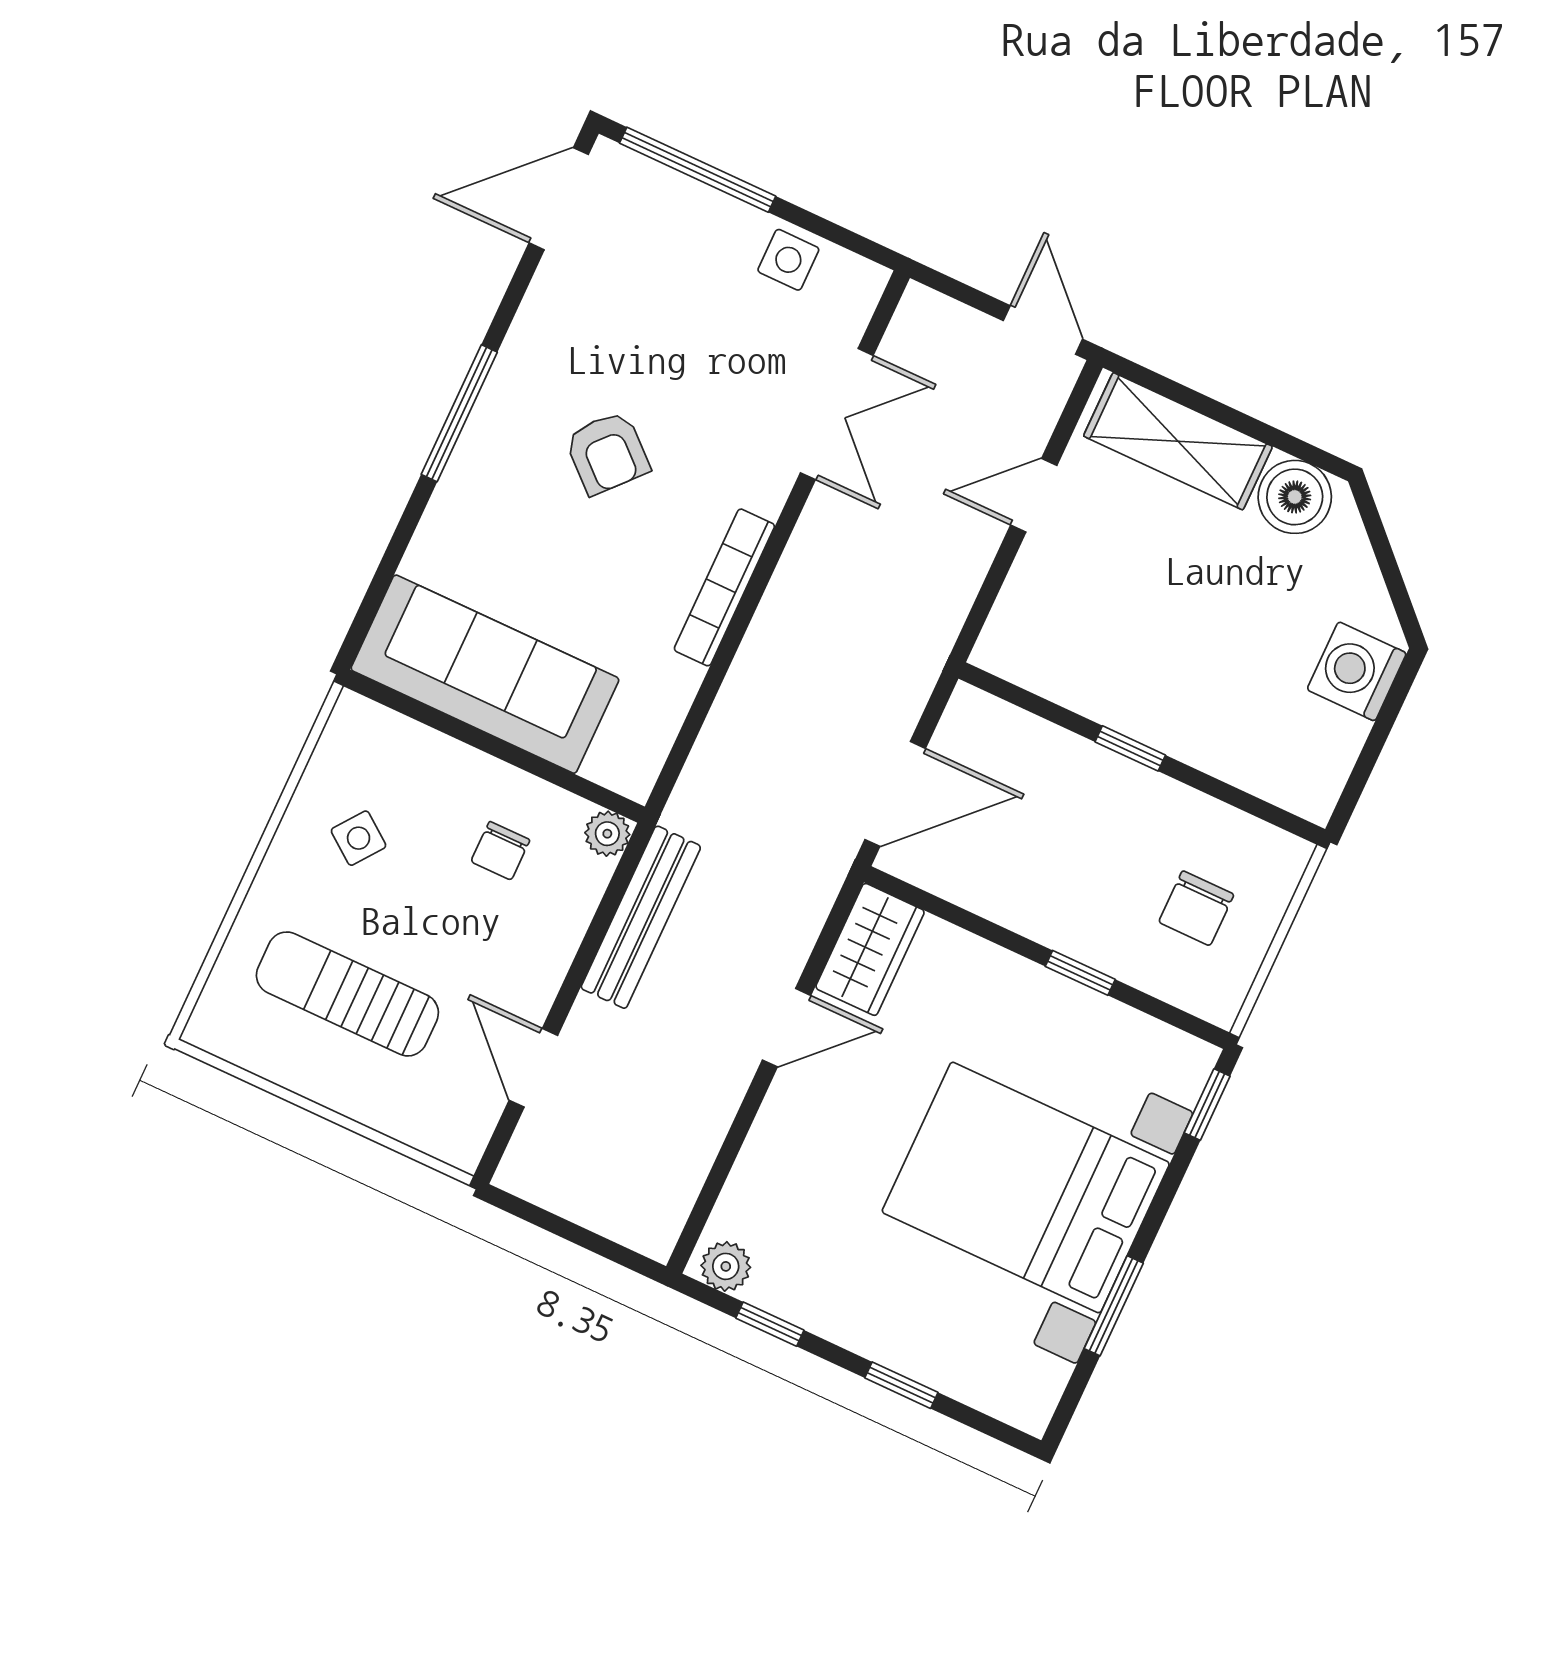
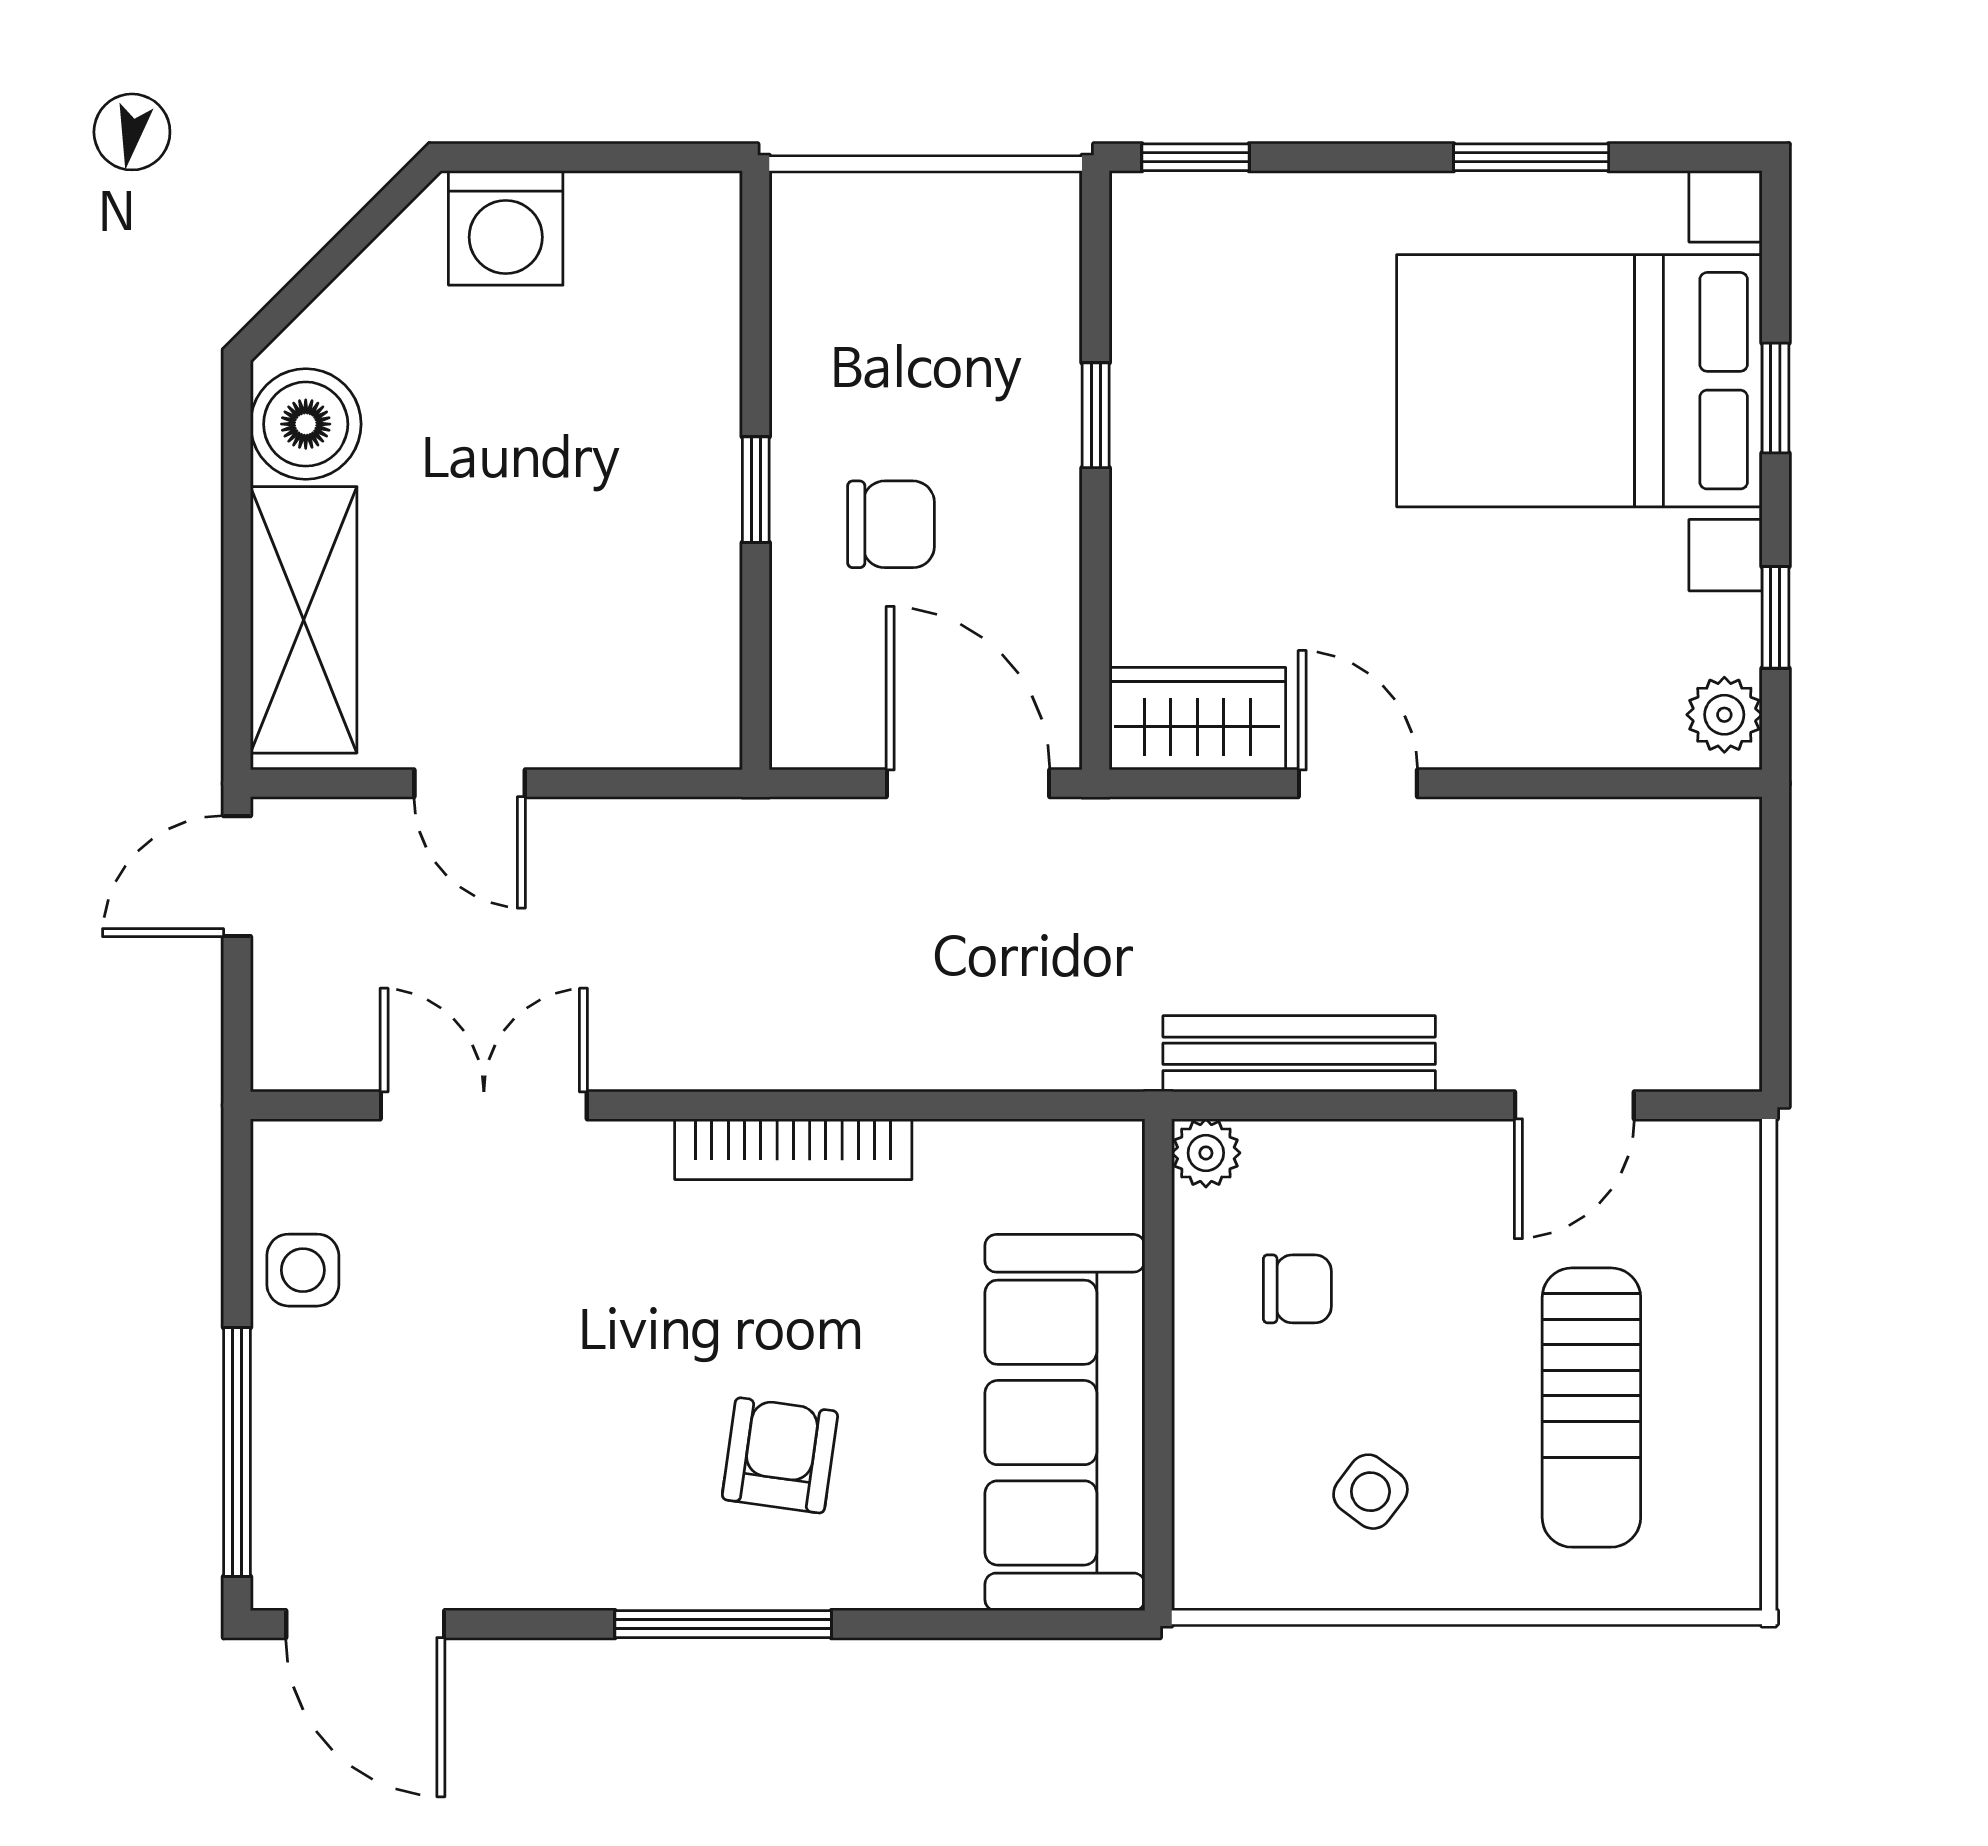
armchair: (607, 453) -> (780, 1455), moved, turned -34
chair: (1196, 908) -> (891, 524), moved
bed with nightstands: (1026, 1187) -> (1579, 381), moved, turned 90

